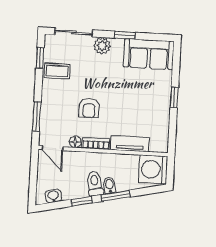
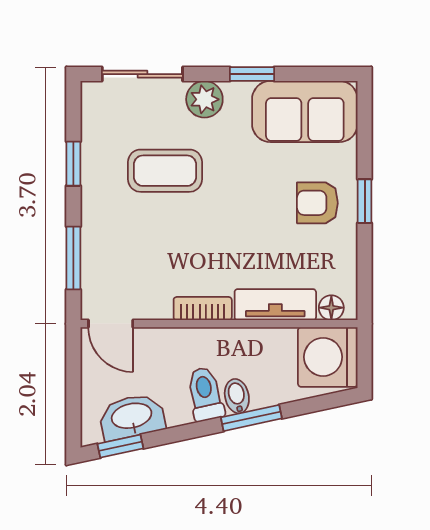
window: (40, 58) -> (73, 164), moved
coffee table: (57, 71) -> (165, 171), moved, width x1.36, depth x1.30
armchair: (89, 108) -> (317, 203), moved, turned 90
floor lamp: (75, 142) -> (331, 308), moved
washbasin: (53, 196) -> (132, 417), width x1.91, depth x1.45
window: (81, 201) -> (120, 446), moved

